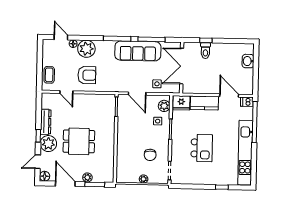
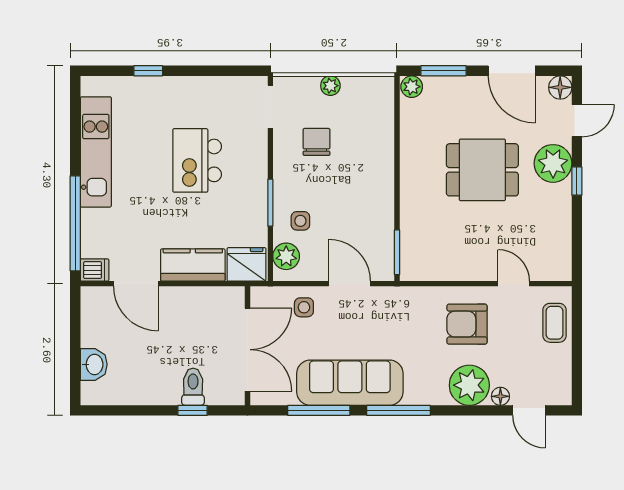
dresser: (46, 122) -> (560, 214), removed
kitchen unit: (245, 153) -> (96, 152), width x0.73
plant: (87, 177) -> (412, 87), moved

